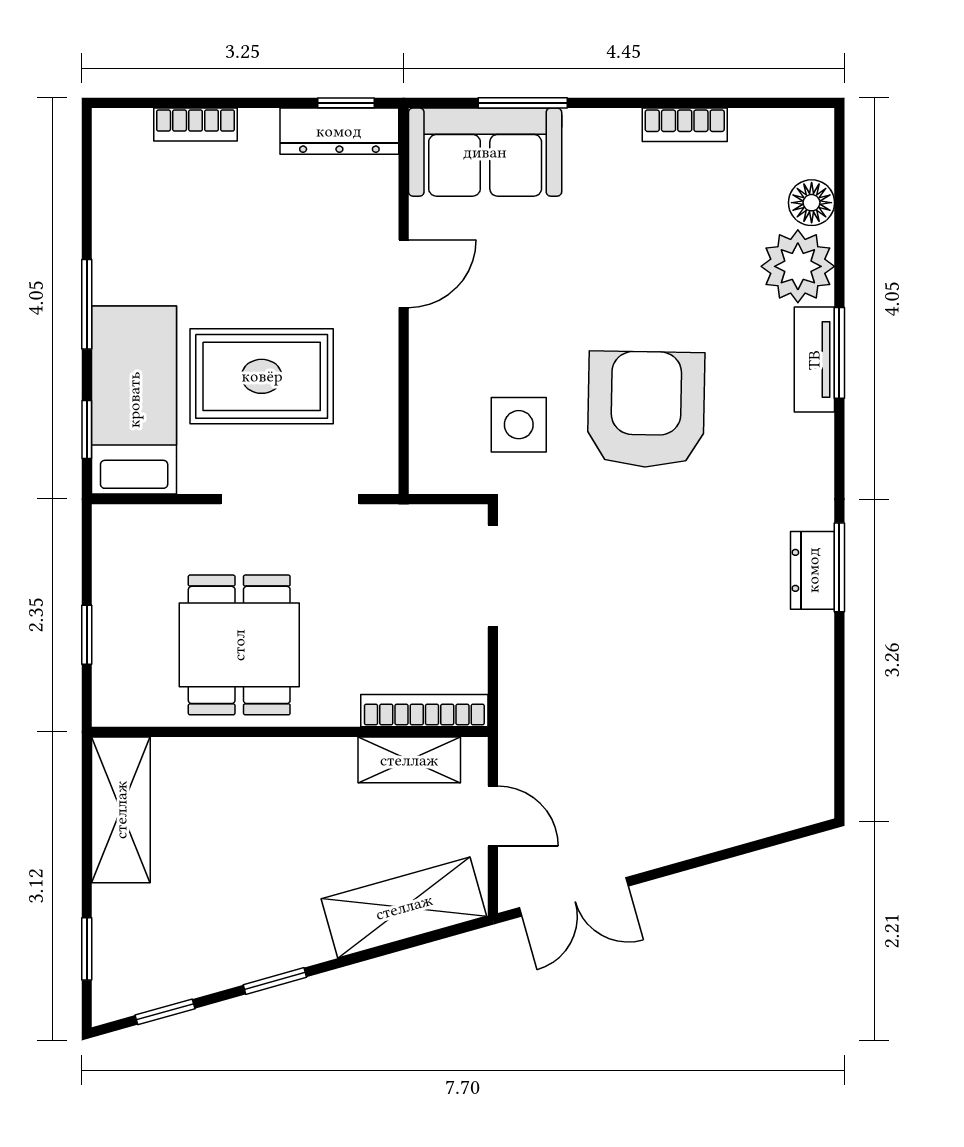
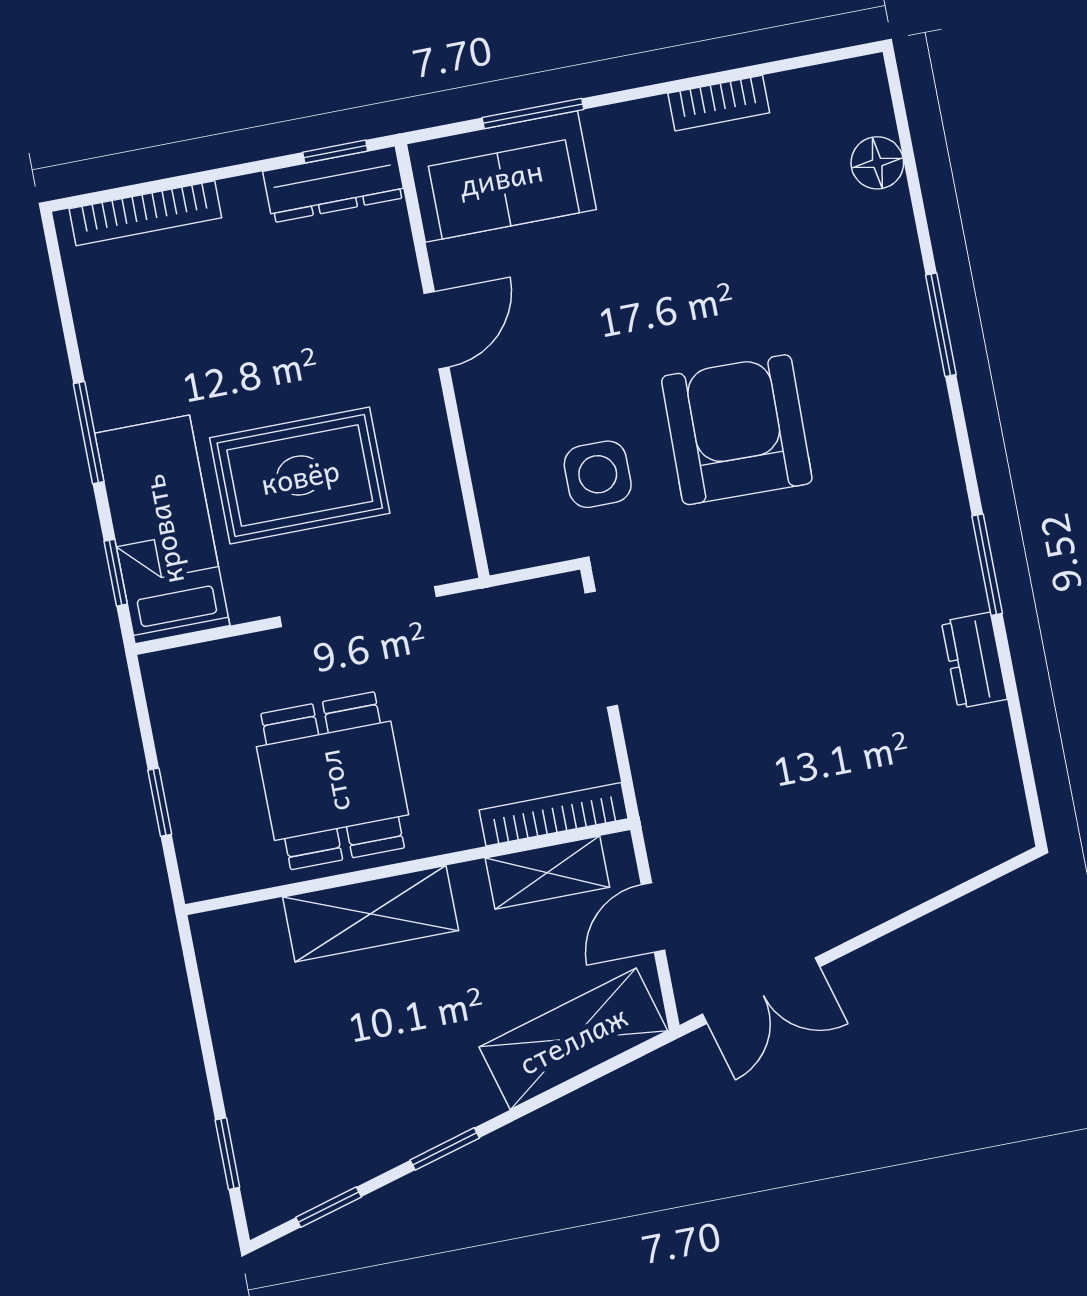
bookcase: (196, 125) -> (145, 213), width x1.56
plant: (798, 266) -> (876, 237), removed
tv unit: (814, 360) -> (914, 338), removed
dresser: (813, 570) -> (974, 660), moved
shelving: (121, 810) -> (371, 914), moved, turned 90
door: (493, 816) -> (653, 917), swing flipped

